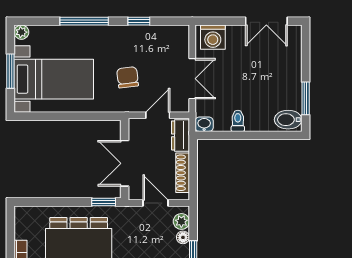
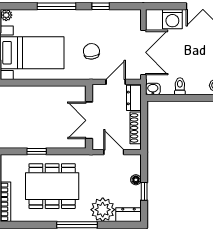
washing machine: (213, 37) -> (172, 19), moved
double door: (192, 79) -> (143, 52), width x1.37
window: (104, 202) -> (37, 151), moved
plant: (181, 221) -> (135, 167), removed

